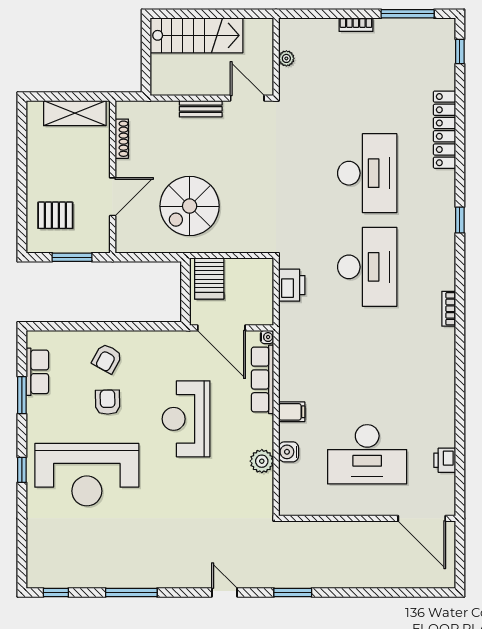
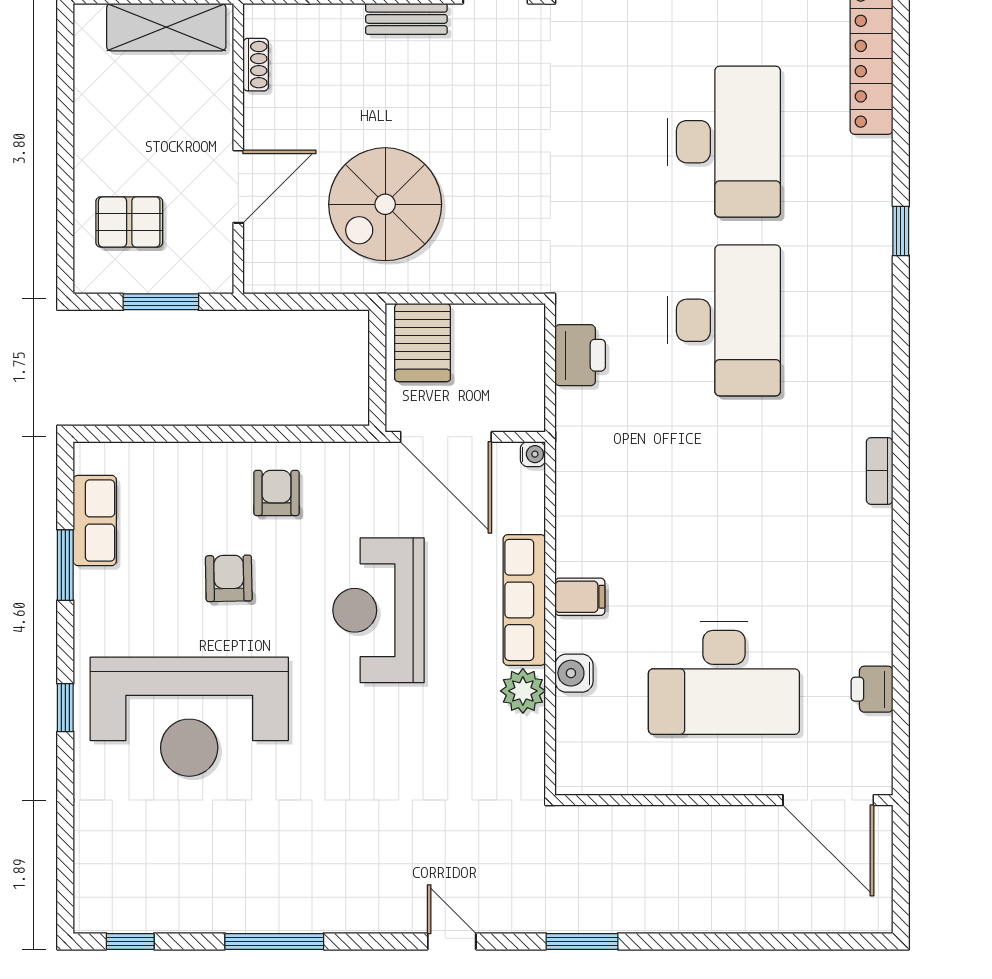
shoe rack: (122, 139) -> (256, 65), width x0.70
bookcase: (449, 309) -> (880, 471), moved
armchair: (107, 358) -> (276, 493), moved, turned 151
row of seats: (263, 379) -> (524, 600), moved

